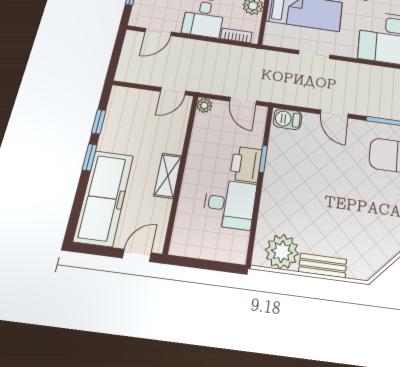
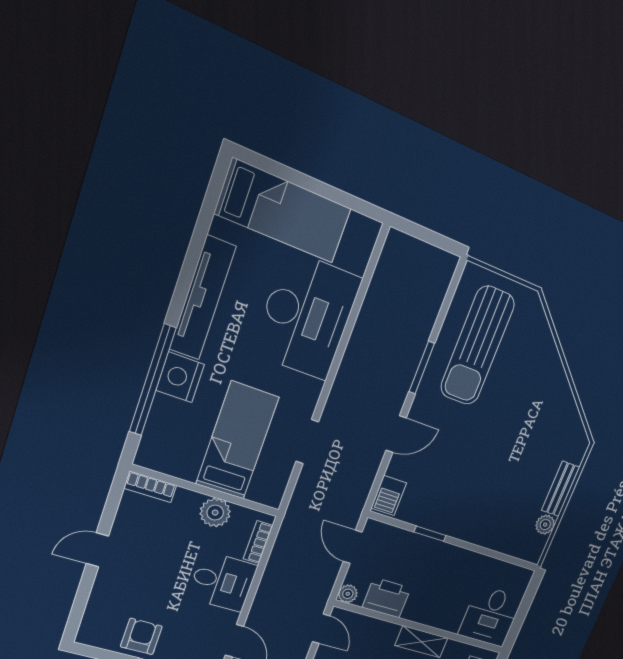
door: (243, 101) -> (353, 547), swing flipped
printer: (246, 164) -> (386, 598), moved, turned 180
desk: (229, 204) -> (490, 616), moved, turned 180
plant: (282, 252) -> (545, 525), width x0.53, depth x0.53

